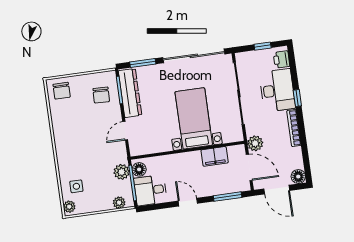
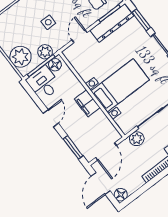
door: (125, 131) -> (80, 36), hinge flipped
plant: (255, 143) -> (137, 139), moved
filing cabinet: (215, 156) -> (87, 103), moved
side table: (76, 186) -> (48, 22), moved
plant: (119, 203) -> (20, 57), width x1.87, depth x1.87

